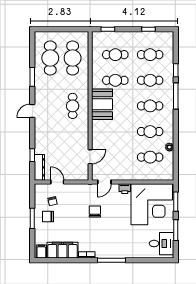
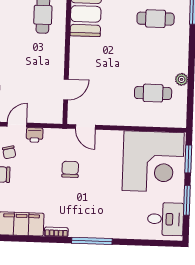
cafe table: (150, 132) -> (154, 56), removed
door: (57, 182) -> (17, 125), hinge flipped
door: (104, 182) -> (85, 127), hinge flipped
printer: (125, 189) -> (35, 135), moved

